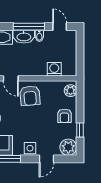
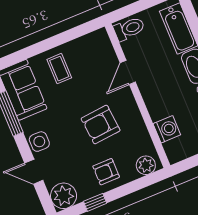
armchair: (30, 96) -> (101, 125), moved

